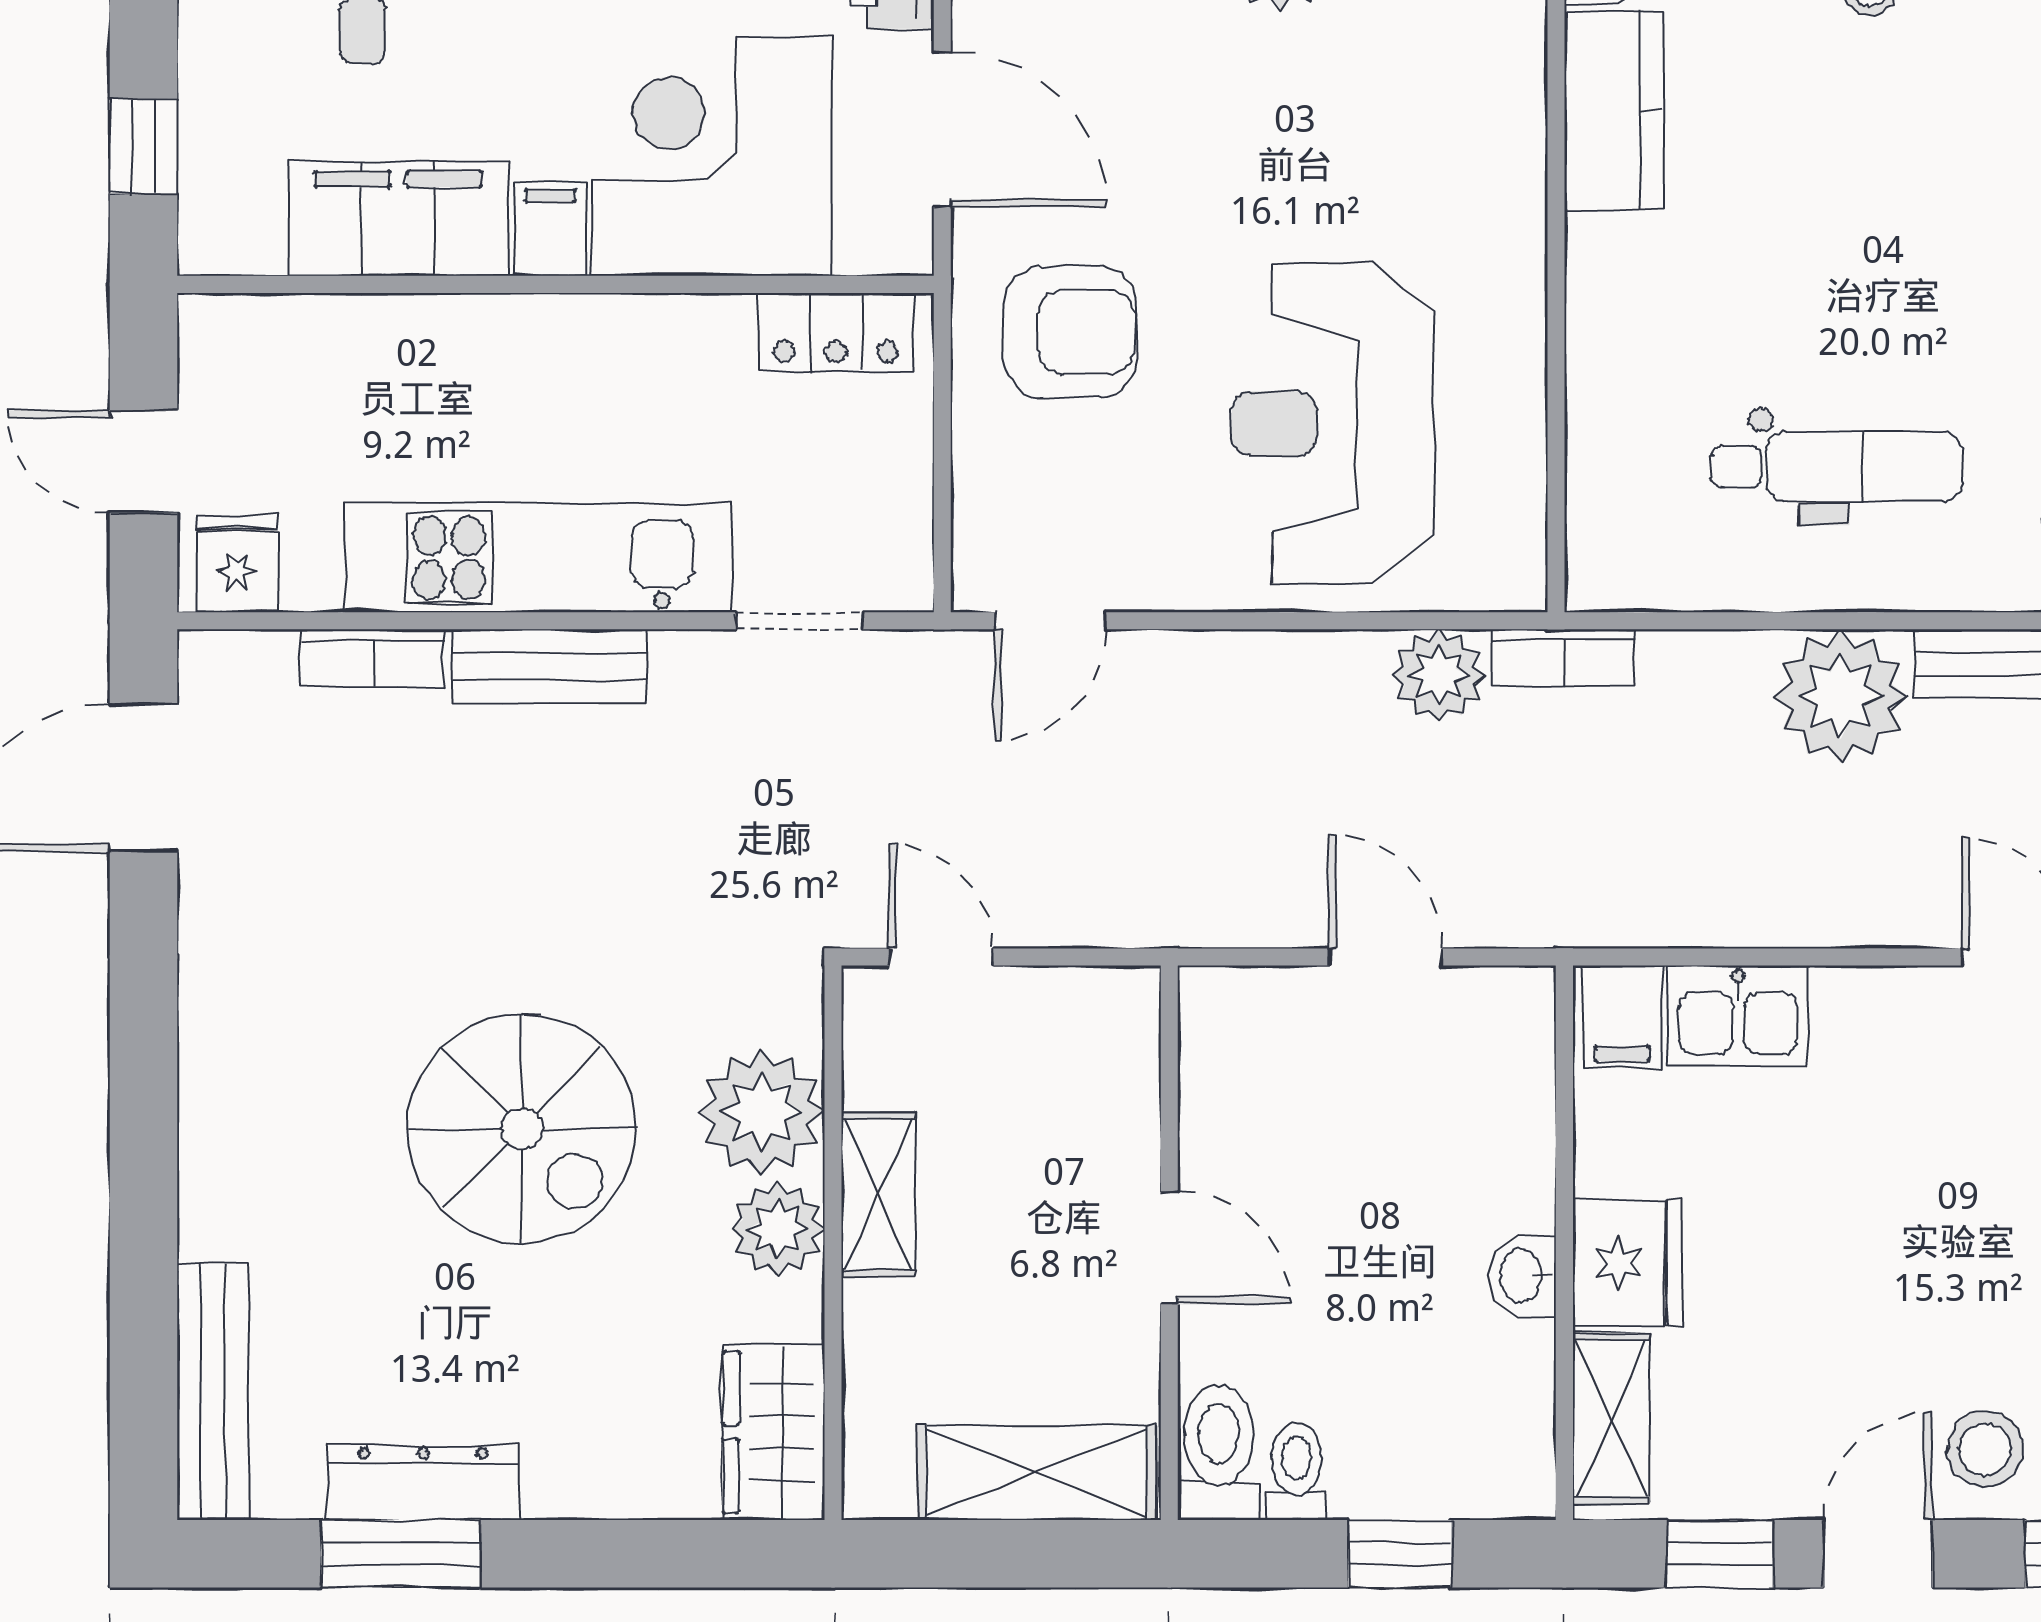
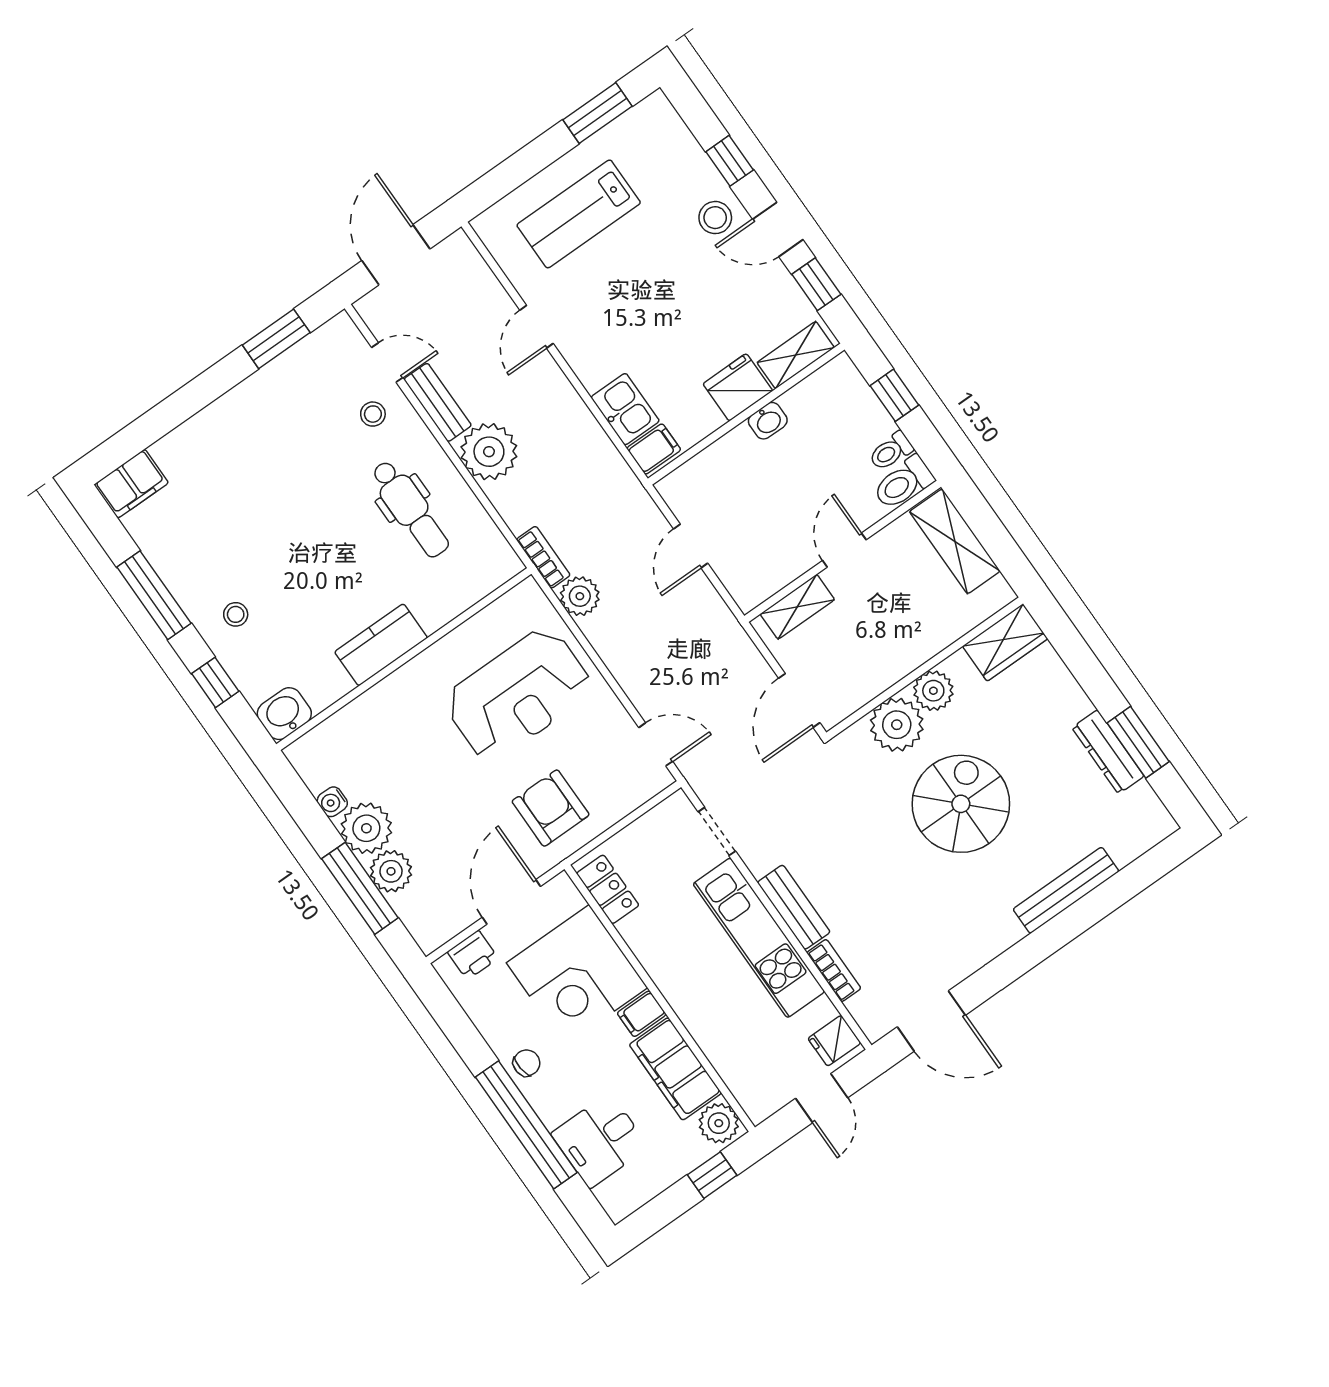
kitchen counter: (1614, 110) -> (381, 645), moved
plant: (235, 229) -> (719, 1123), added
dental chair: (1837, 467) -> (410, 509), turned 180
door: (941, 957) -> (799, 700), width x1.38
shelving: (878, 1194) -> (797, 607), moved
bench: (213, 1392) -> (1066, 890), moved

